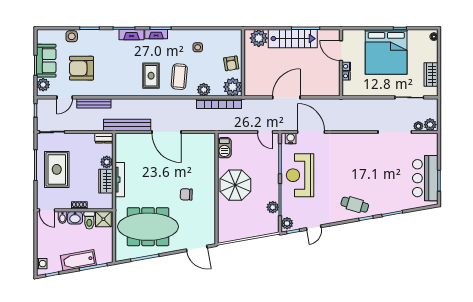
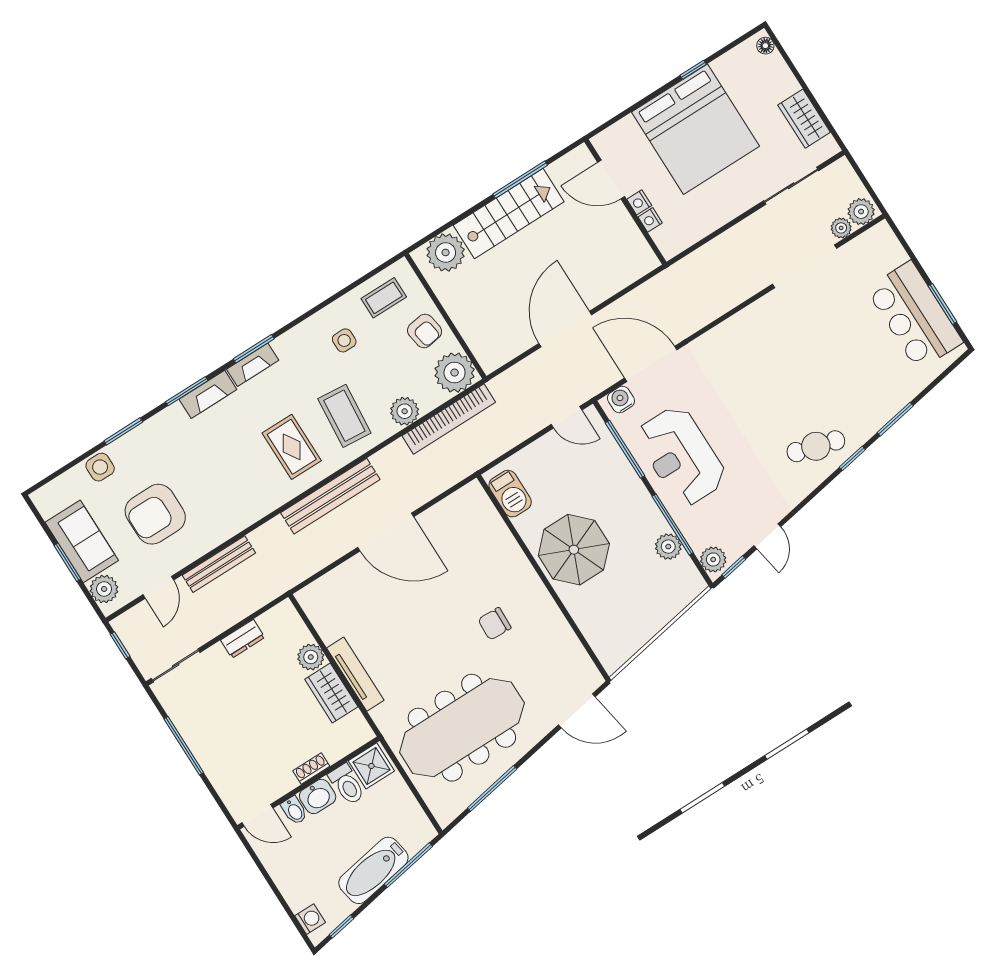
coffee table: (224, 40) -> (384, 298), added
bench: (127, 125) -> (330, 496), moved
dresser: (104, 138) -> (243, 639), moved
rug: (57, 169) -> (228, 729), removed

